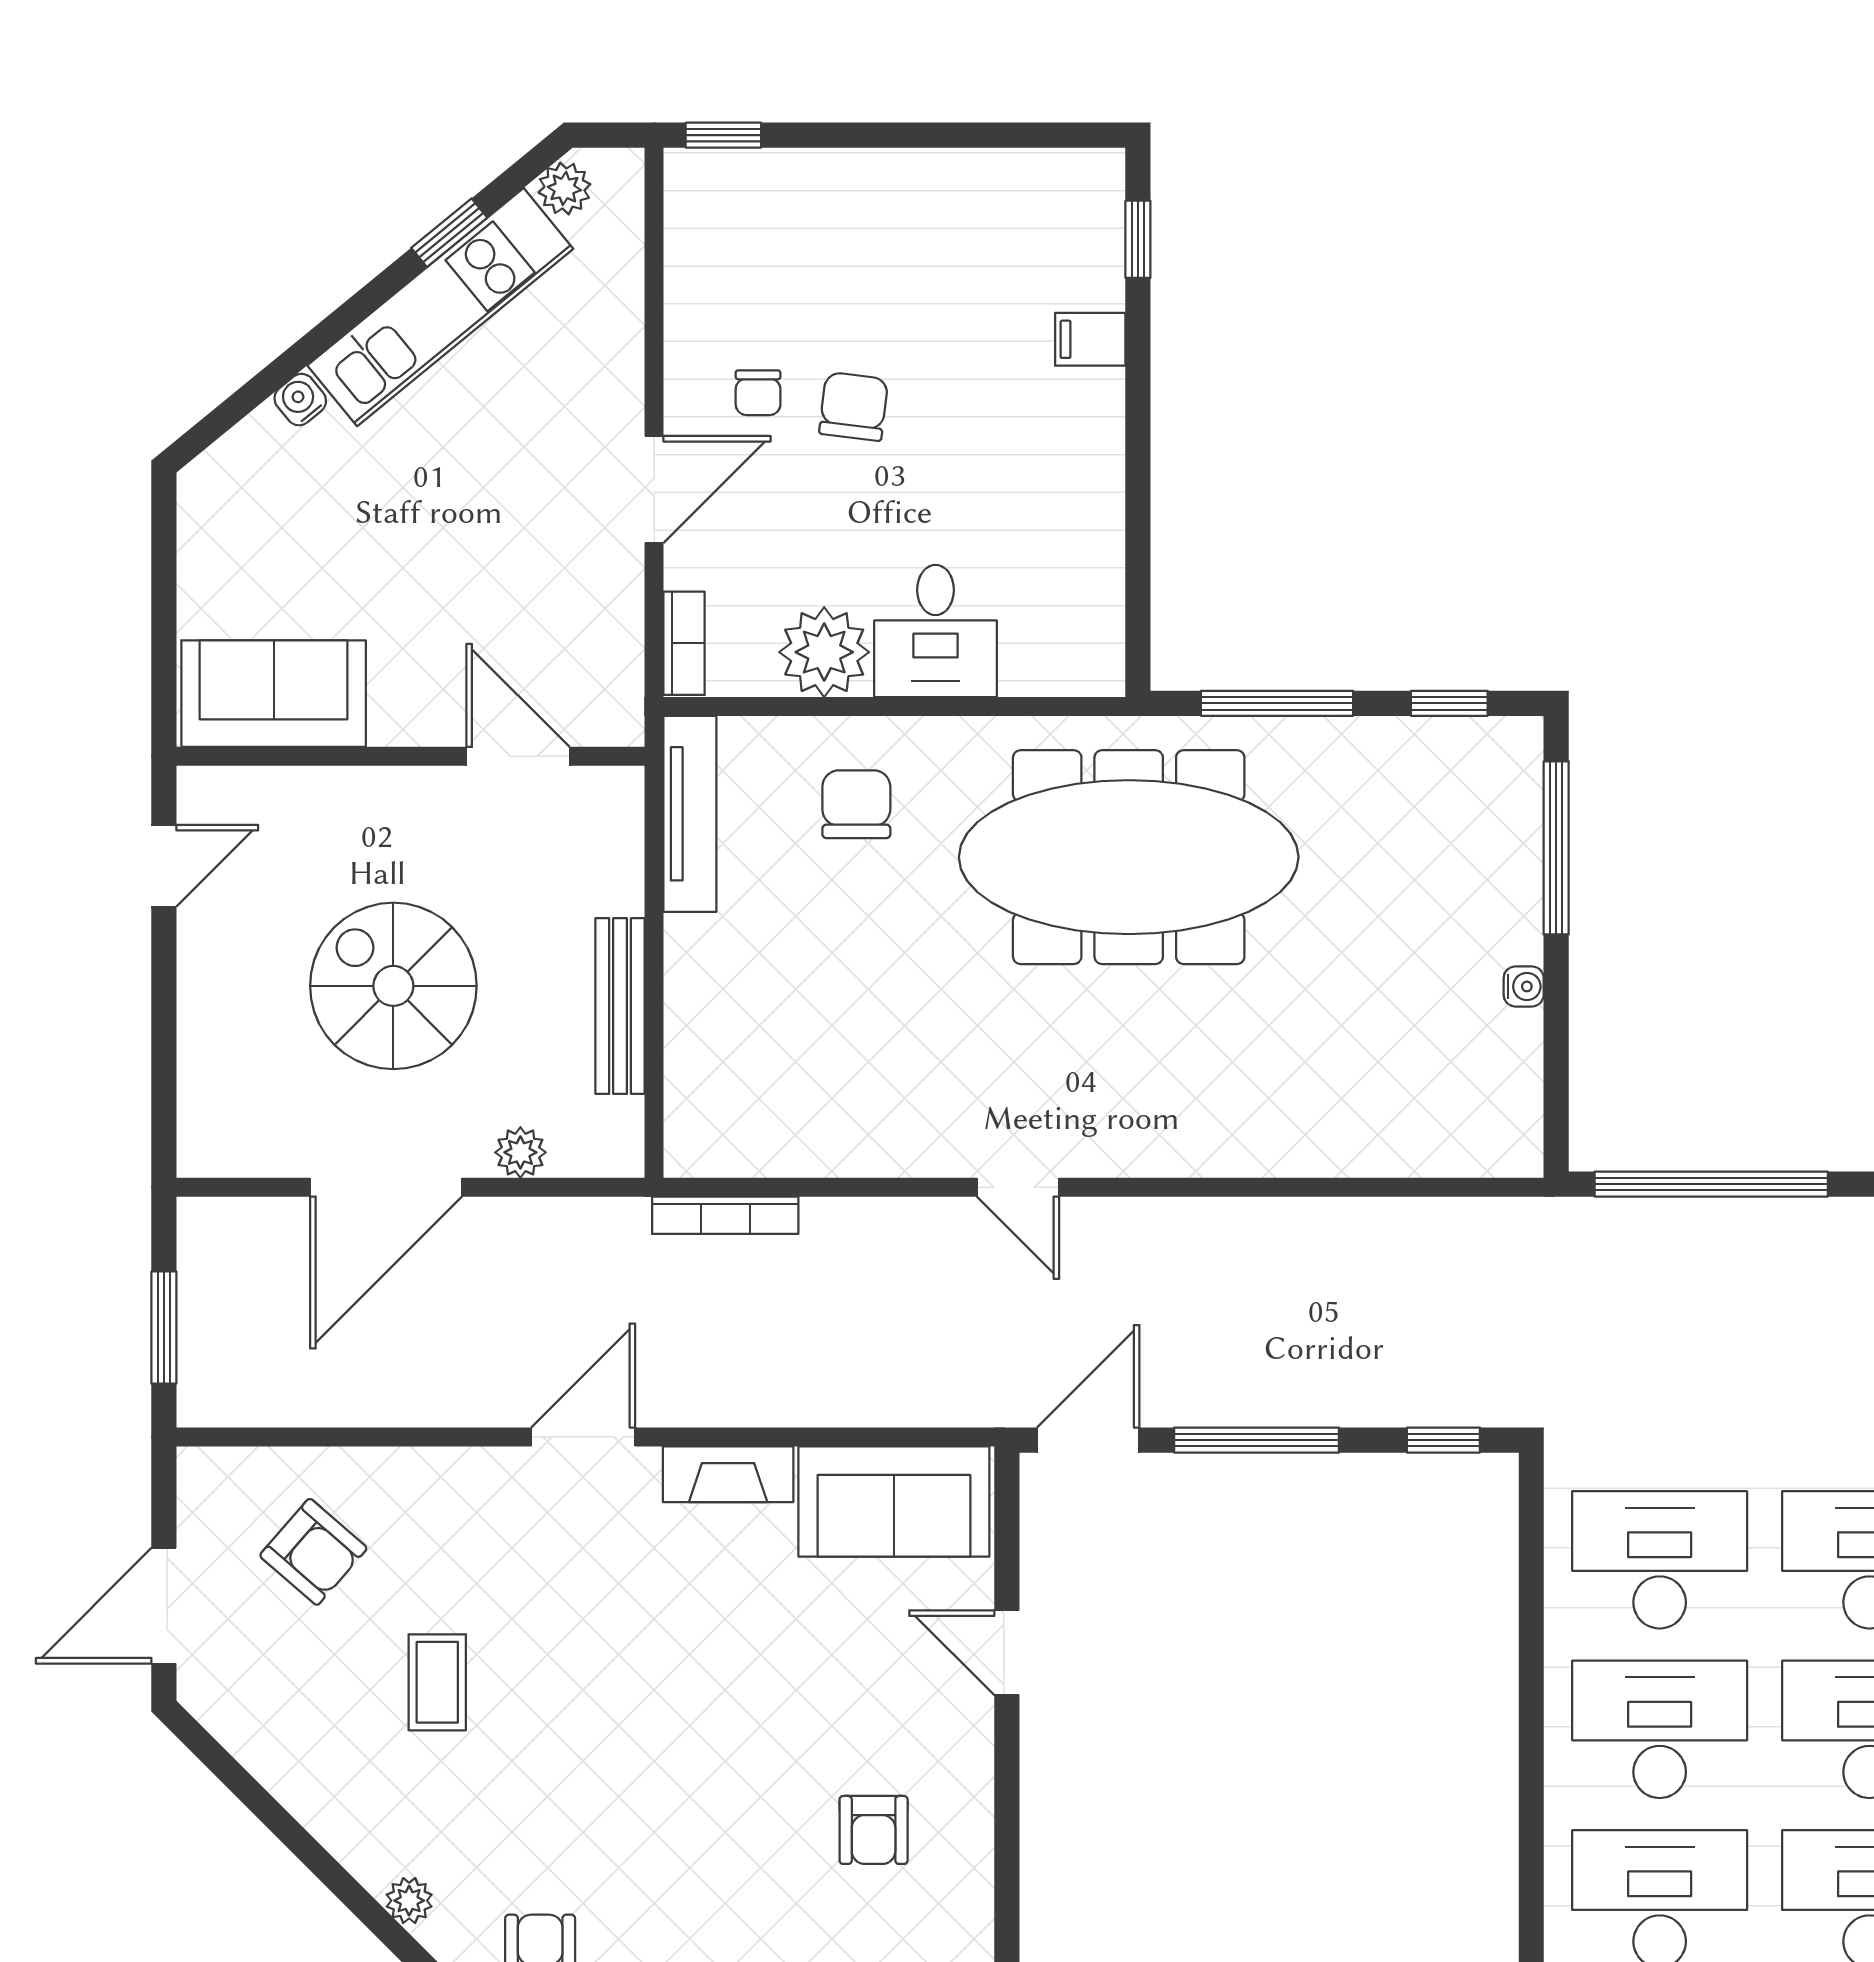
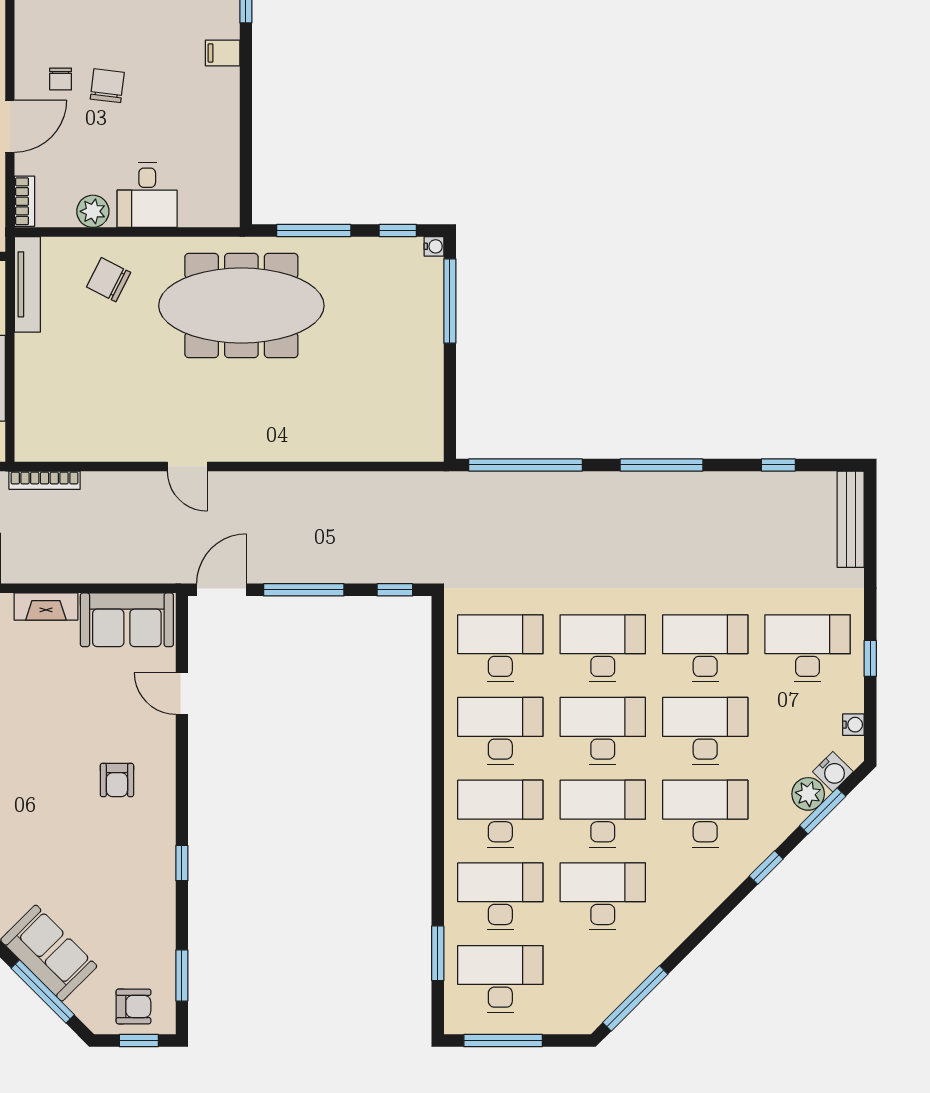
plant: (824, 652) -> (93, 211), width x0.73, depth x0.73
chair: (856, 804) -> (109, 280), turned -63
water cooler: (1524, 986) -> (434, 246), moved

